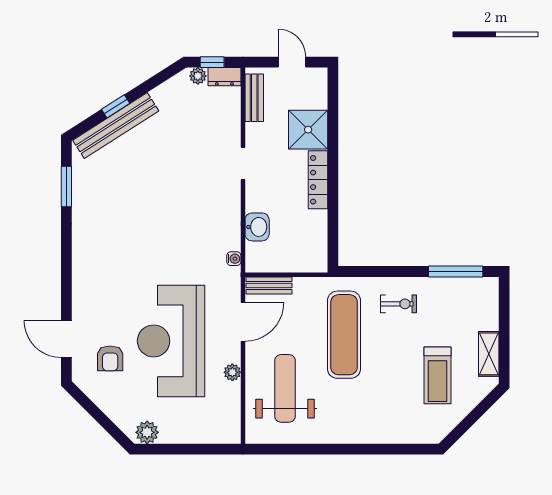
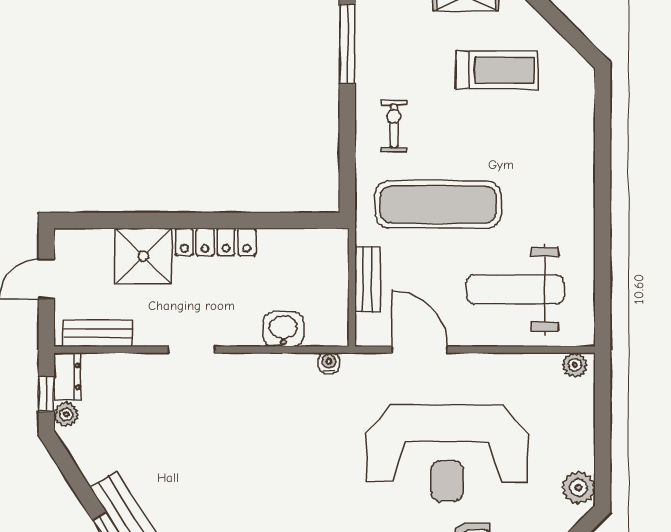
bench: (269, 286) -> (367, 279), moved
plant: (232, 372) -> (575, 365), moved

